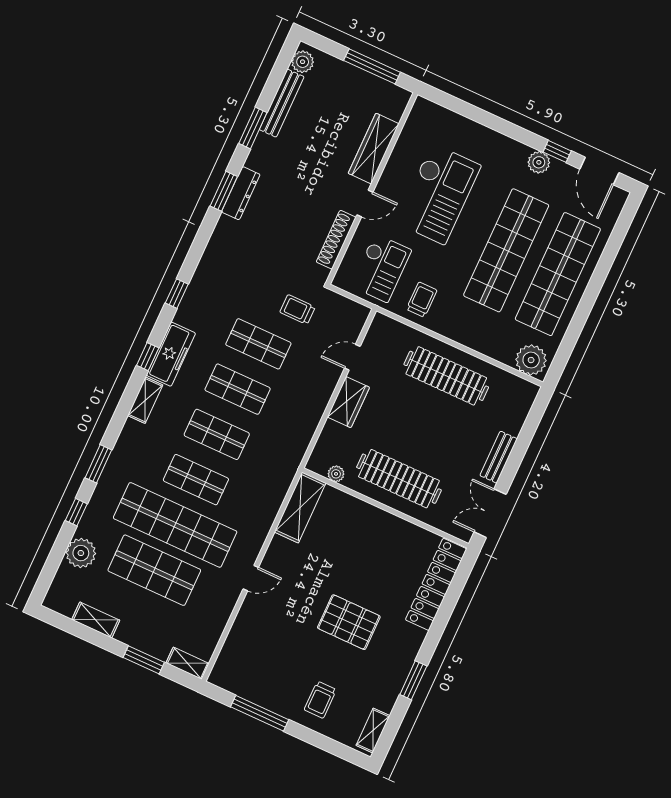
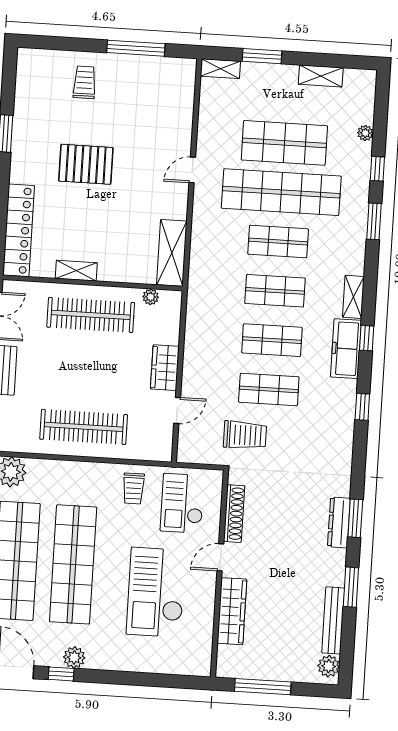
trolley: (297, 310) -> (245, 435), width x1.36, depth x1.39
plant: (81, 553) -> (365, 133), width x0.53, depth x0.53
shelving: (373, 731) -> (76, 271), moved, turned 90

